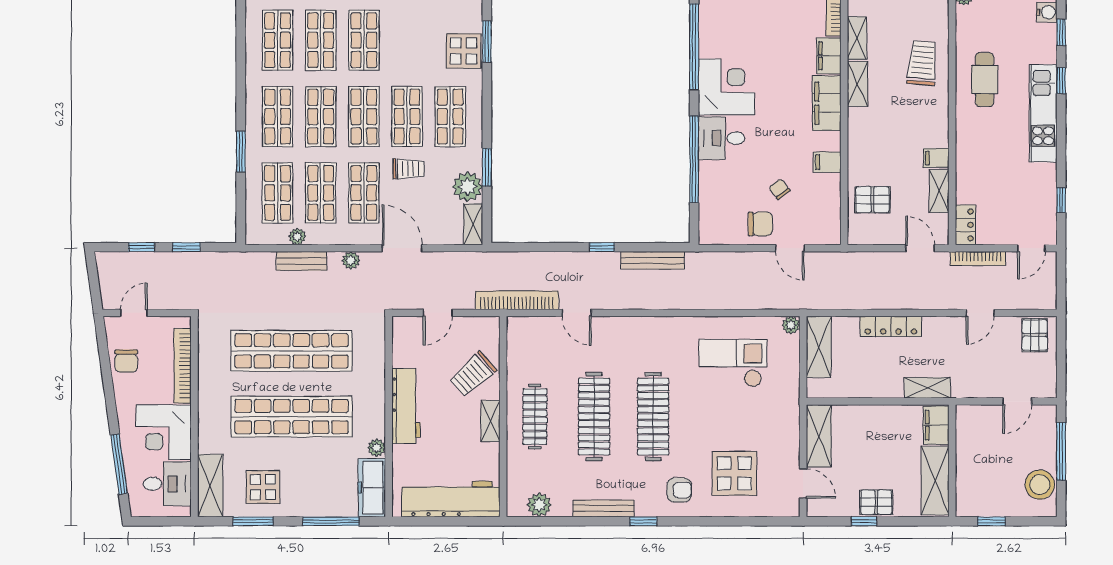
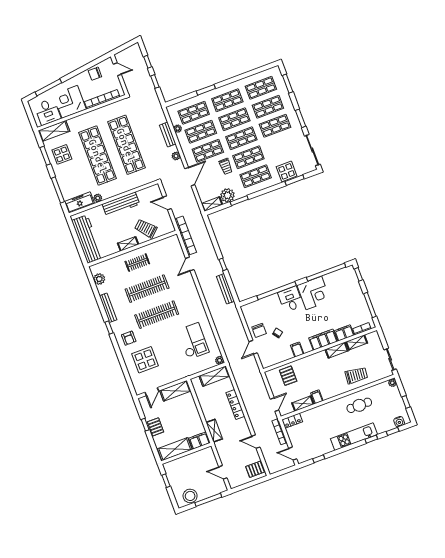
clothes rail: (535, 417) -> (137, 263), width x0.73

